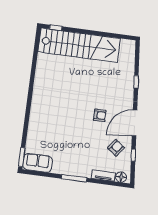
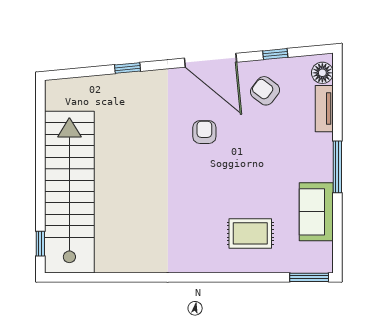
rug: (47, 131) -> (250, 233), added
sofa: (38, 163) -> (316, 212), moved

